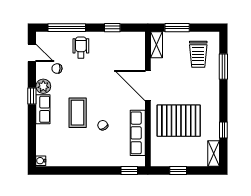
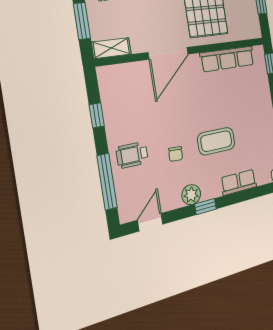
chair: (57, 69) -> (176, 154), moved
row of seats: (43, 109) -> (239, 182), moved
chair: (103, 125) -> (226, 105), removed

